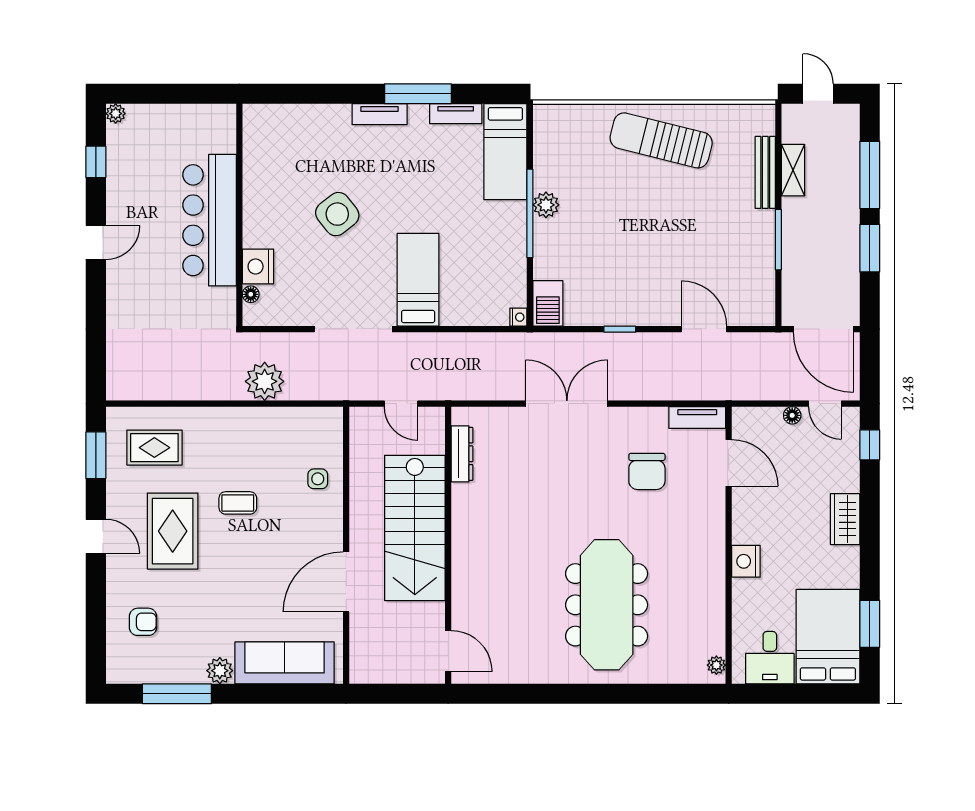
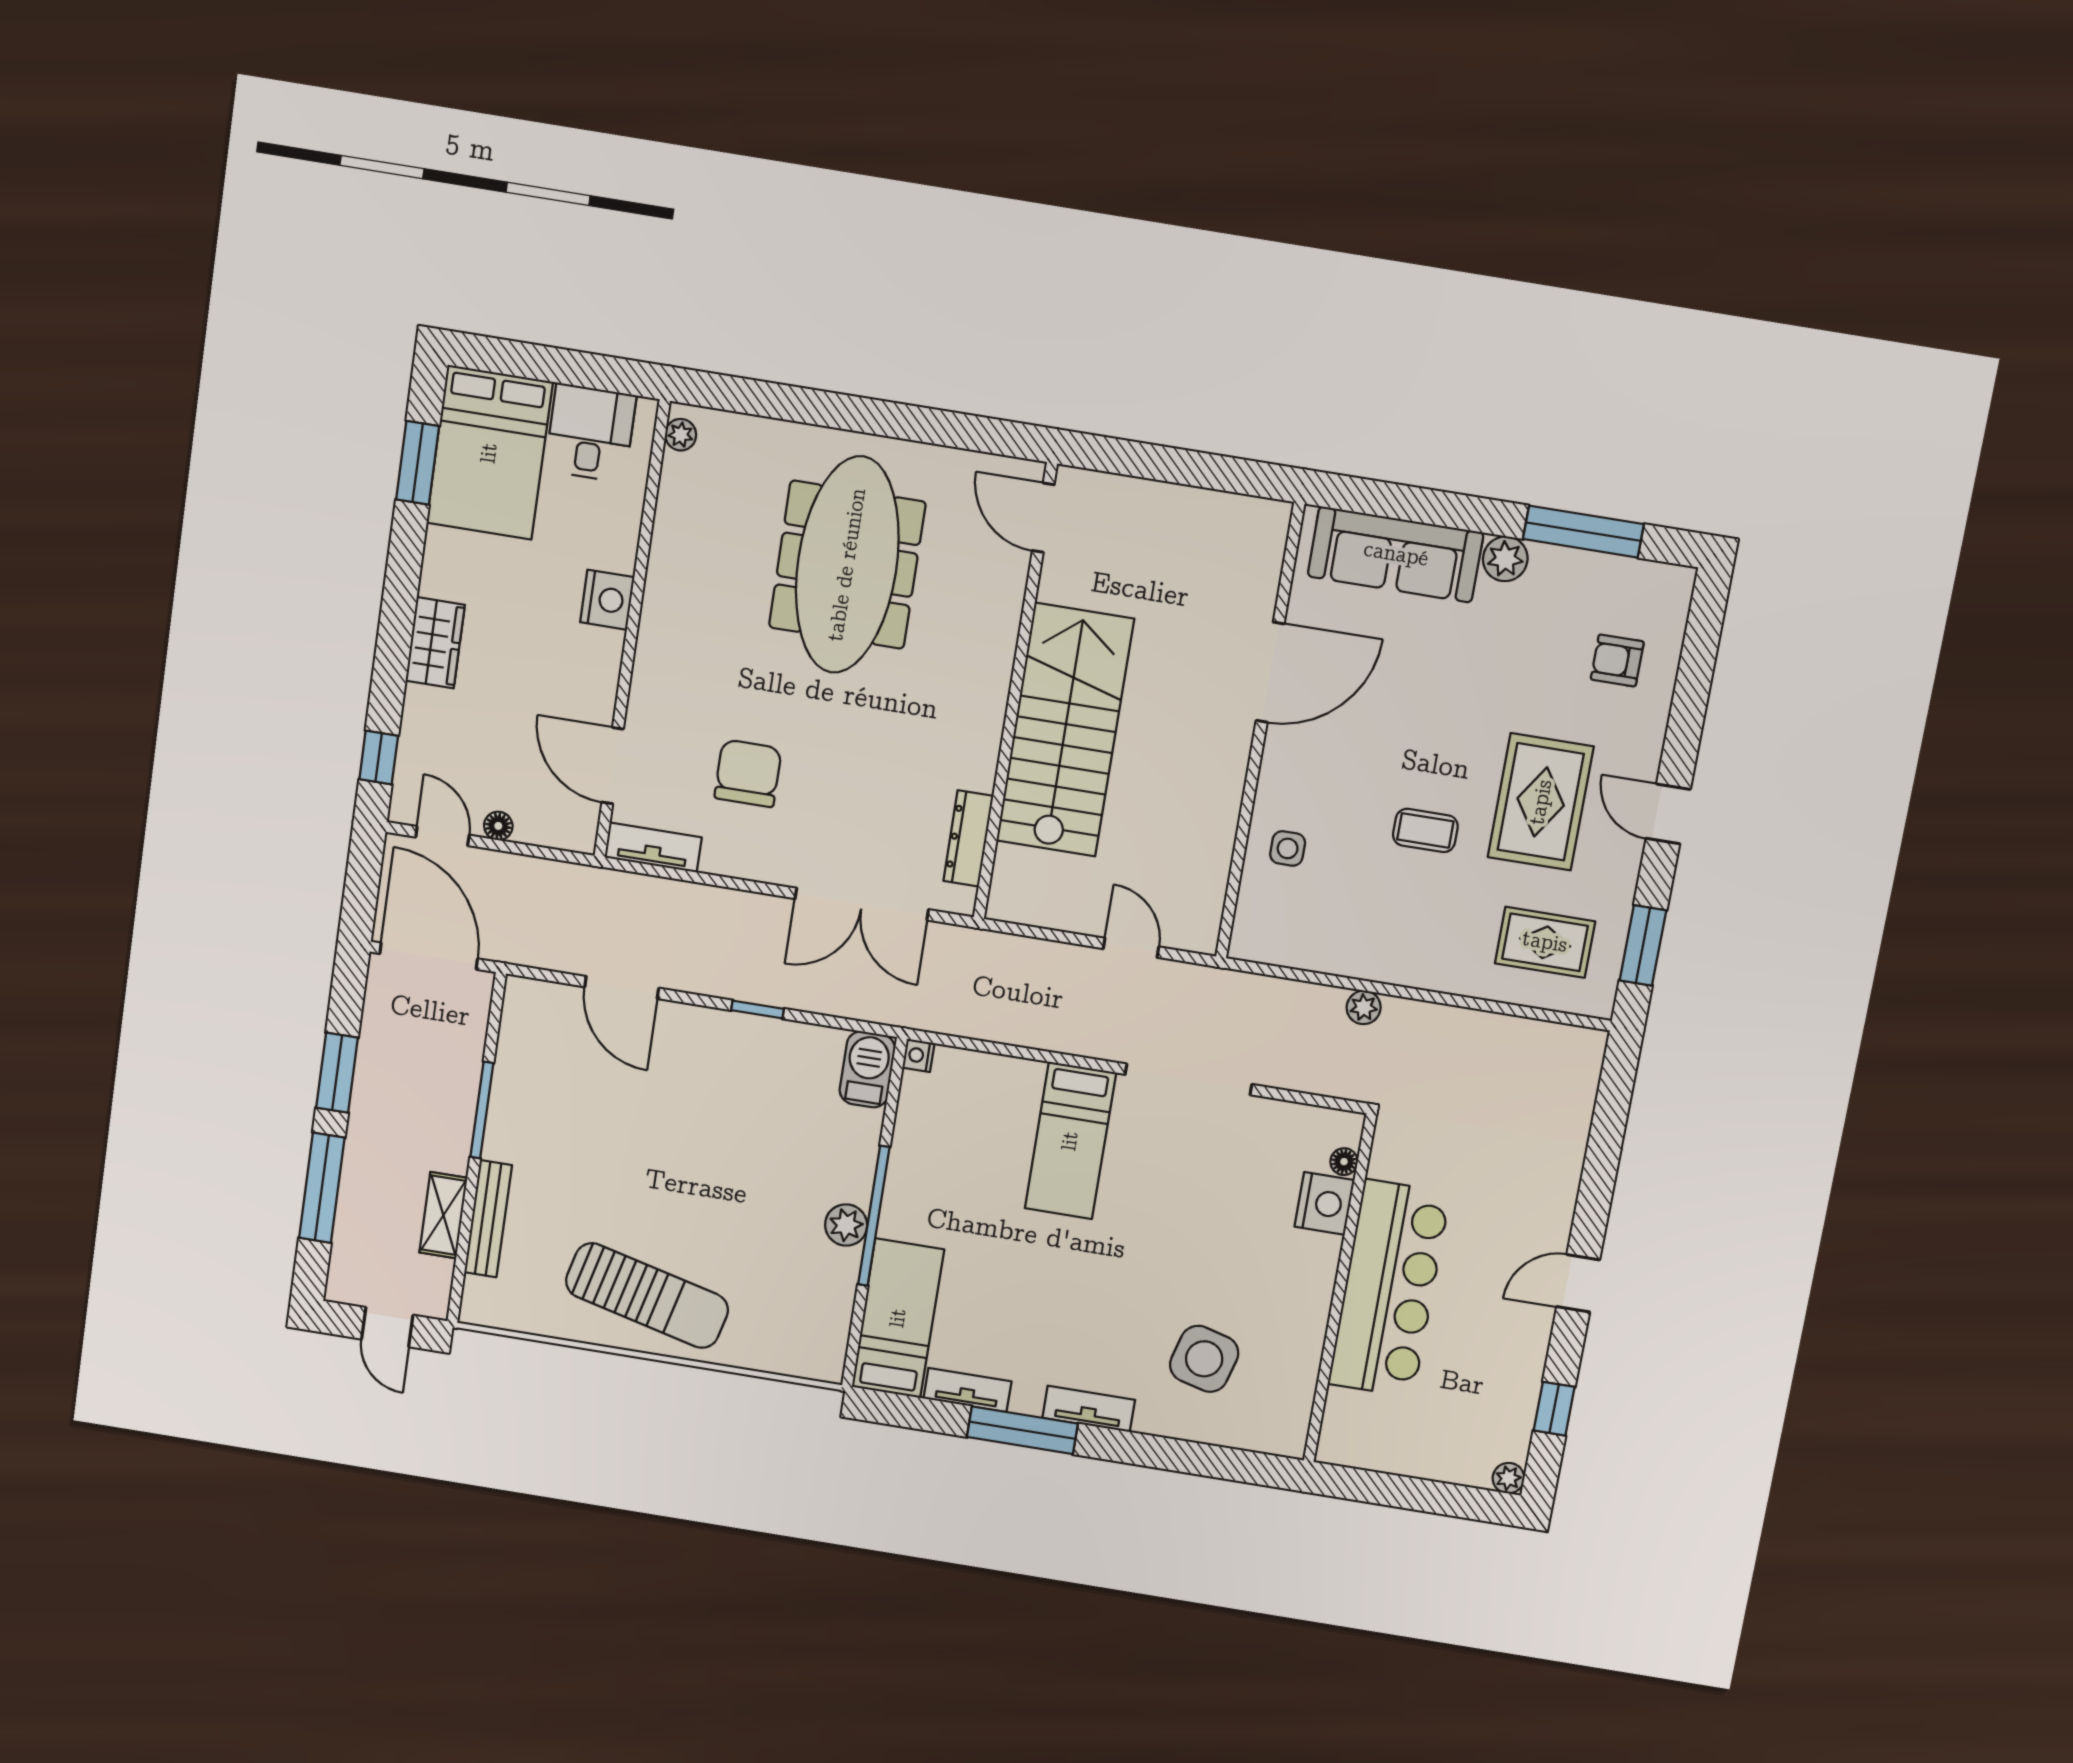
side table: (337, 214) -> (1204, 1359), moved, turned -37
plant: (265, 381) -> (1364, 1007), width x0.53, depth x0.53
dresser: (462, 454) -> (968, 838), moved
stairs: (415, 528) -> (1065, 730), moved
wall: (448, 545) -> (1015, 693), moved
door: (448, 651) -> (1043, 518), moved

